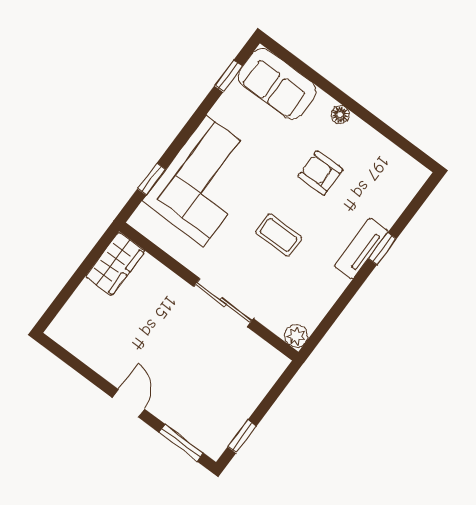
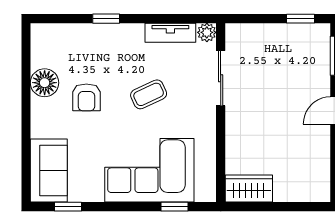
floor lamp: (340, 115) -> (45, 83), moved, width x1.89, depth x1.89
coffee table: (279, 235) -> (149, 94), turned 65
tv unit: (361, 249) -> (170, 33), moved
sliding door: (223, 302) -> (221, 78), moved

